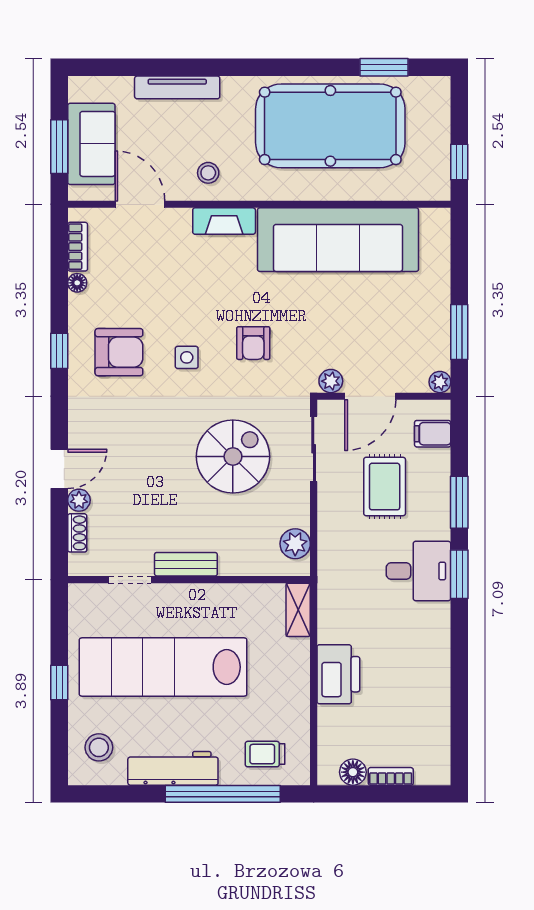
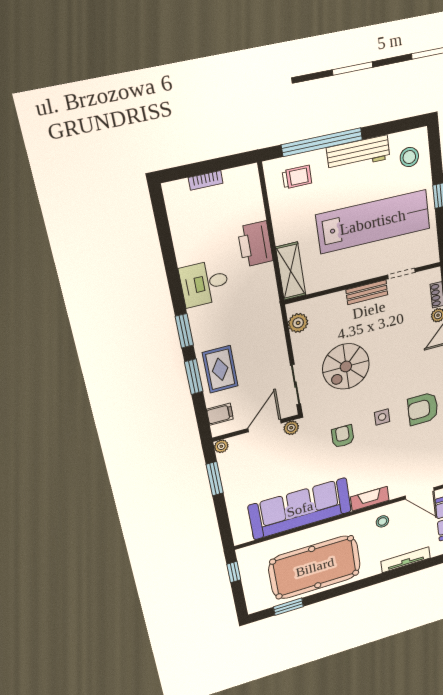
rug: (385, 487) -> (220, 369), moved
desk: (418, 571) -> (204, 283), moved
shelving: (298, 610) -> (291, 271), width x1.50, depth x1.33
floor lamp: (353, 772) -> (233, 178), removed

